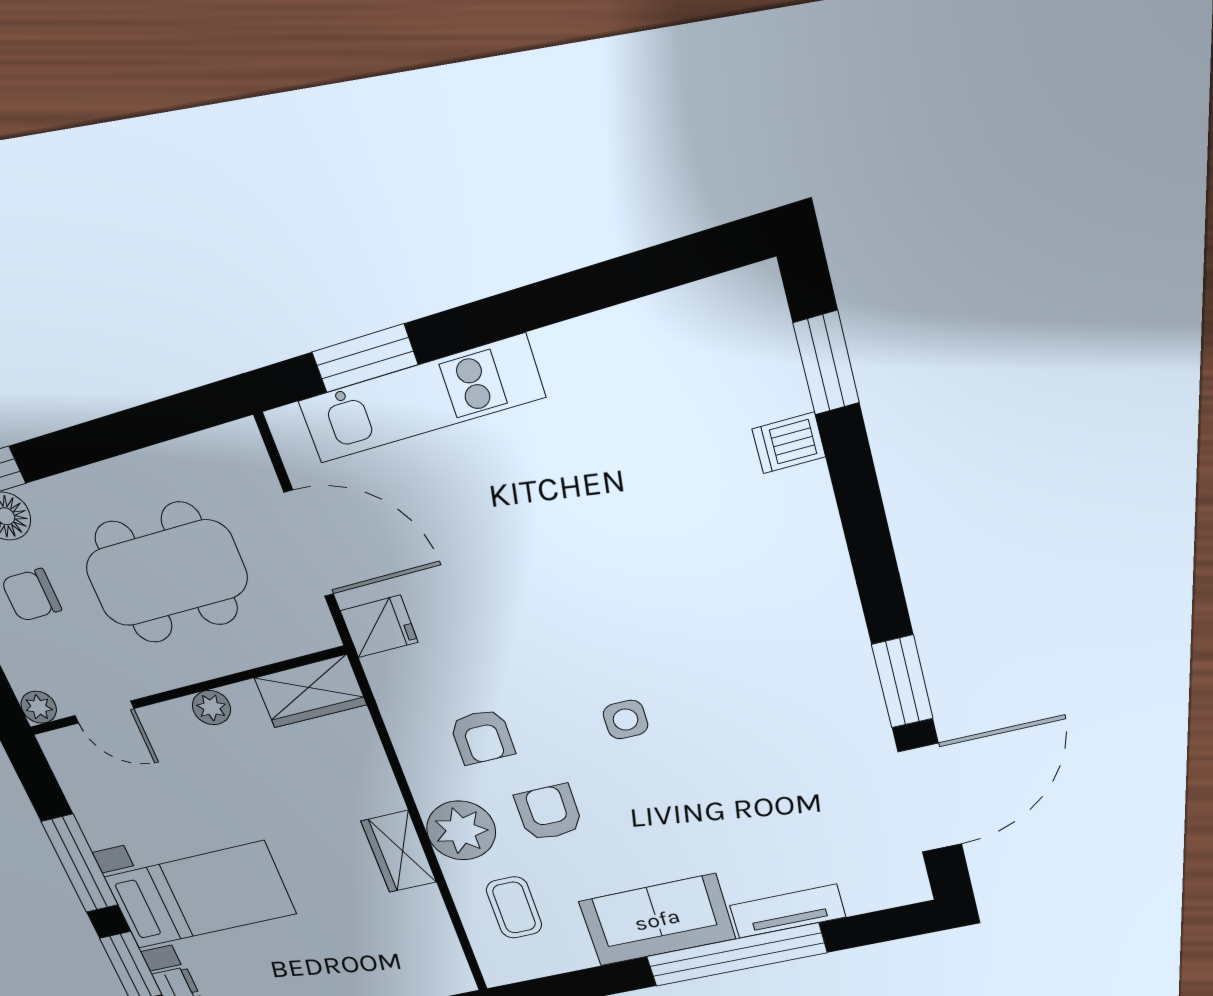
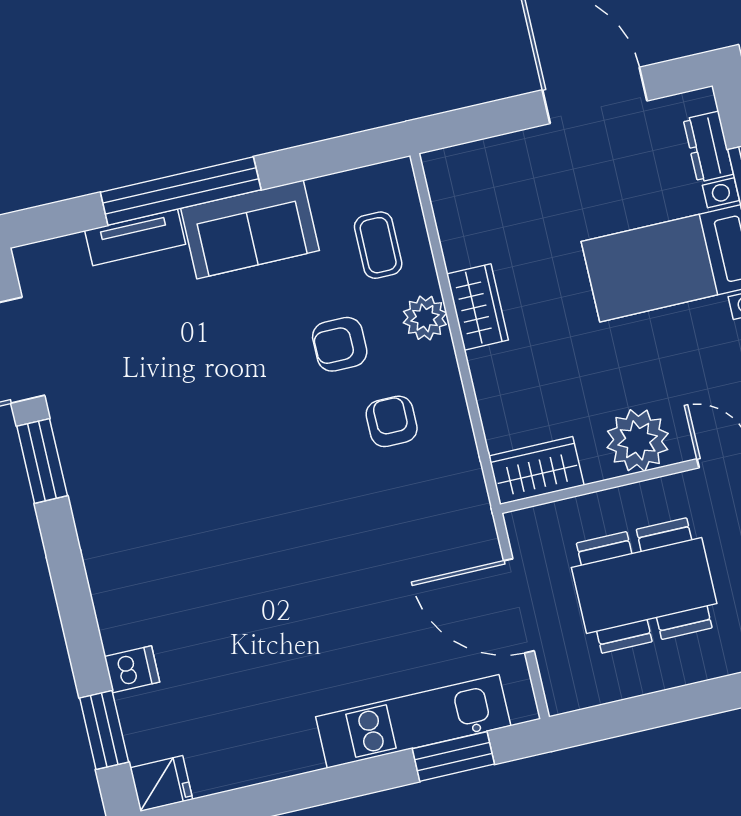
fridge: (379, 626) -> (161, 783), moved, turned 180
plant: (211, 708) -> (638, 440), width x1.88, depth x1.88
side table: (626, 720) -> (268, 434), removed
armchair: (549, 813) -> (340, 344), turned 90
plant: (461, 831) -> (425, 318), width x0.73, depth x0.73

